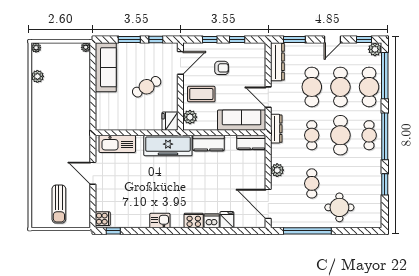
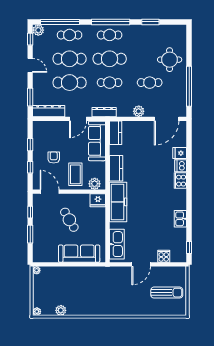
sofa: (106, 67) -> (79, 254), moved
cafe table: (369, 87) -> (70, 35), width x0.73, depth x0.74
cooker: (103, 219) -> (164, 256), moved
kitchen sink: (160, 220) -> (180, 219), moved

